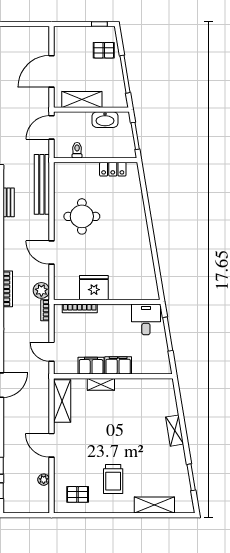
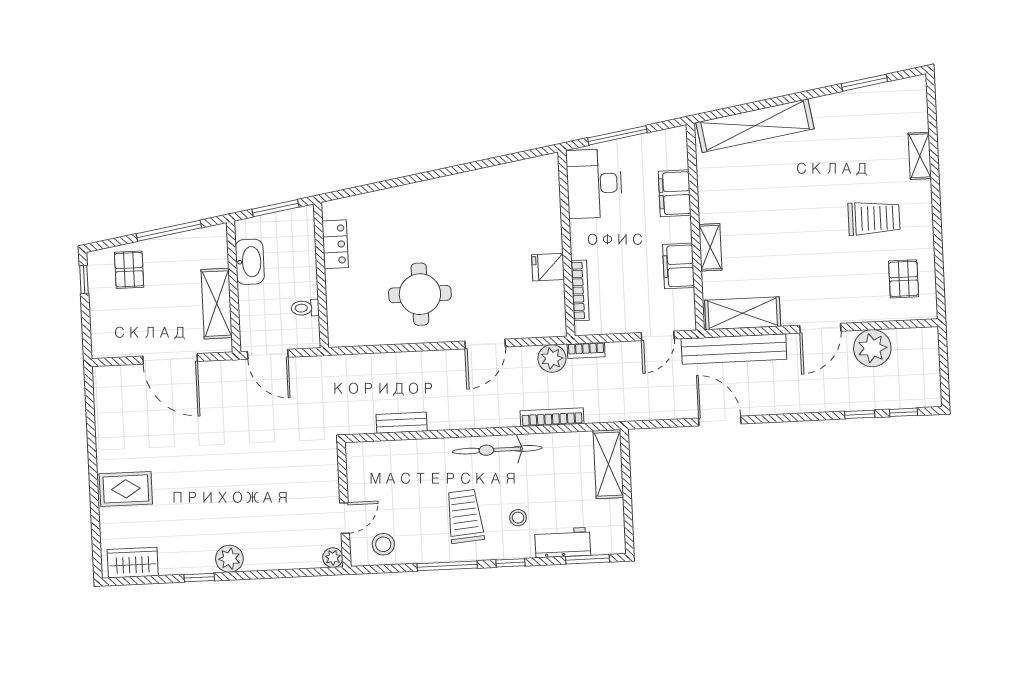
bench: (42, 184) -> (734, 349), moved
fridge: (94, 288) -> (548, 267), width x0.53, depth x0.75
desk: (146, 319) -> (594, 184), width x1.37
filing cabinet: (118, 365) -> (675, 193), moved
shelving: (175, 431) -> (755, 126), width x2.20, depth x1.33
plant: (44, 480) -> (872, 348), width x1.88, depth x1.88
shelving: (154, 505) -> (920, 156), width x0.67, depth x0.75

